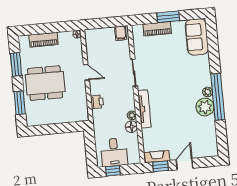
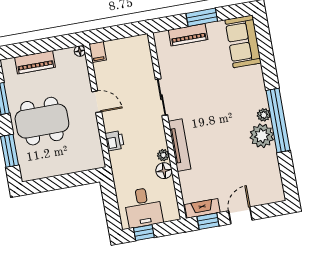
filing cabinet: (121, 33) -> (98, 52), moved

